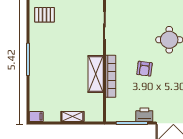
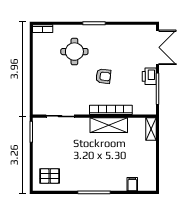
pallet: (45, 15) -> (50, 176), turned 90
shelving: (72, 116) -> (151, 129), moved
filing cabinet: (36, 117) -> (132, 184), moved

